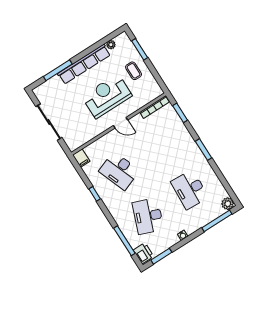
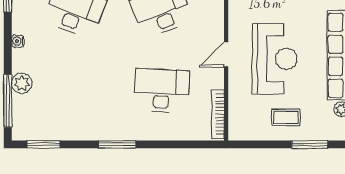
window: (180, 113) -> (43, 144), moved
desk: (190, 190) -> (162, 91), moved
plant: (228, 204) -> (22, 83), moved

